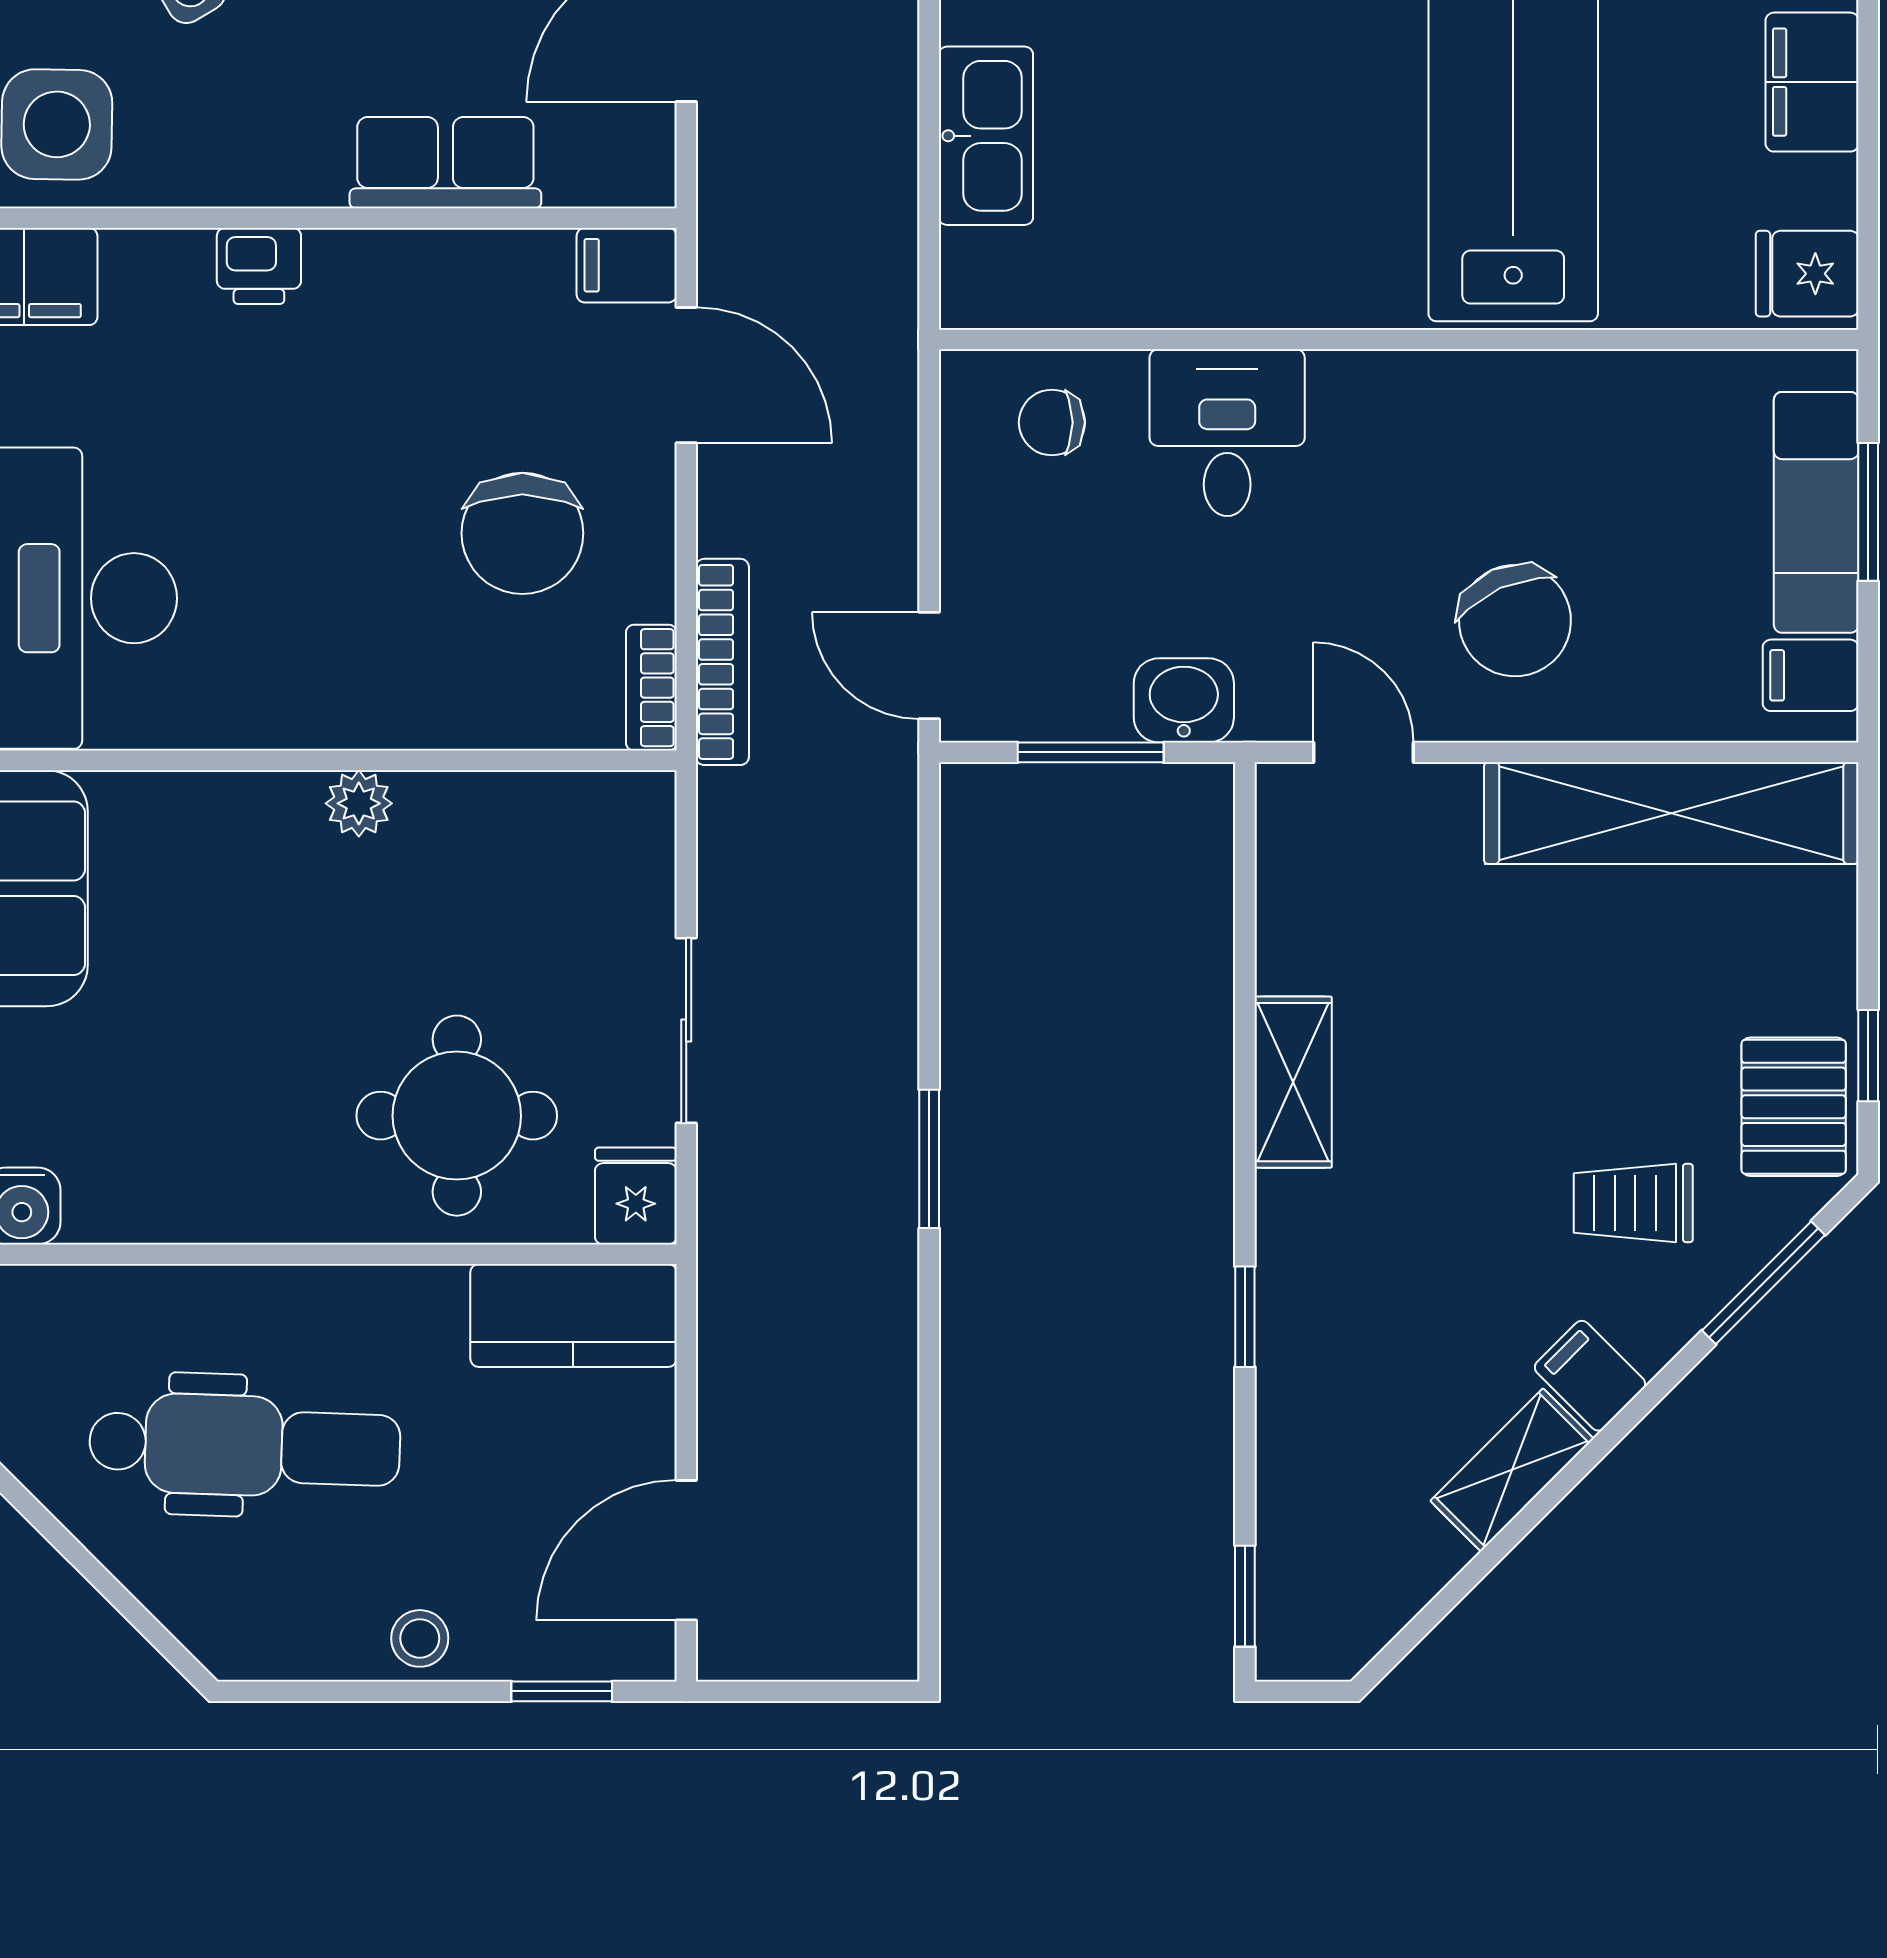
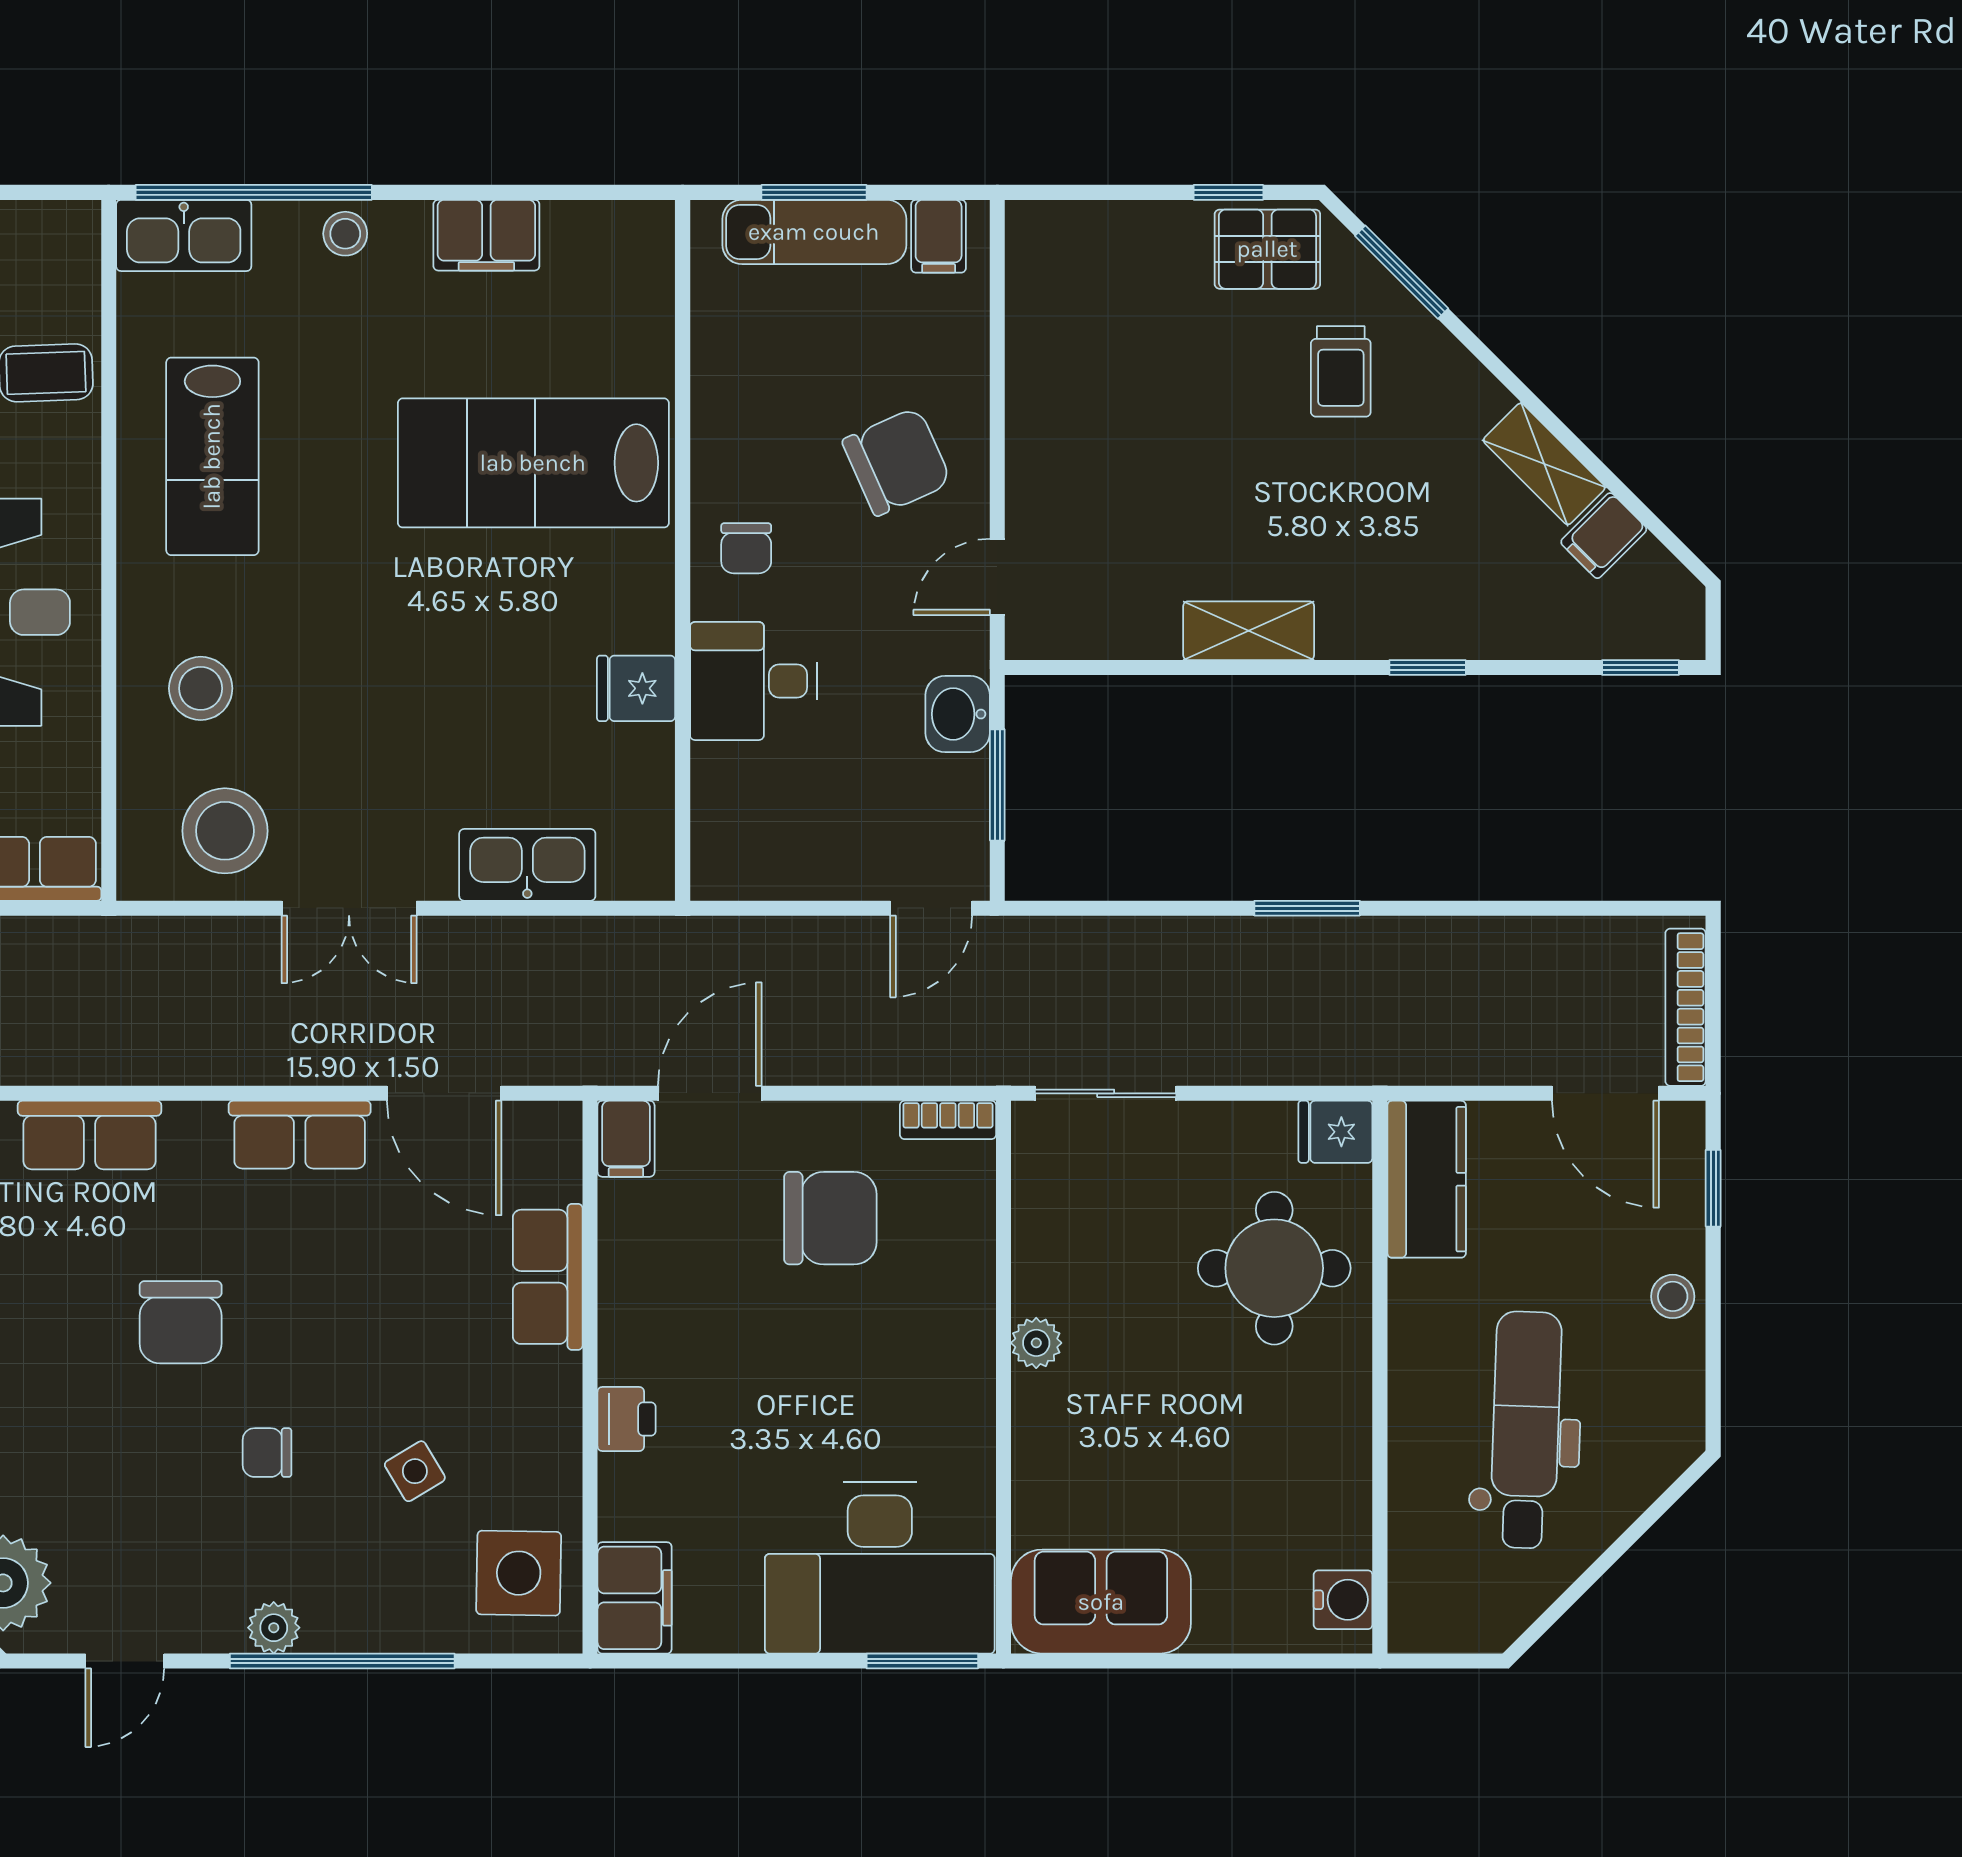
fridge: (1807, 274) -> (636, 688), moved, turned 90
chair: (1052, 422) -> (746, 548), moved
bookcase: (722, 662) -> (1686, 1007), moved, turned -90
shelving: (1671, 813) -> (1044, 342), removed
sliding door: (686, 1030) -> (1106, 1093), moved
filing cabinet: (1590, 1376) -> (1604, 536), moved

